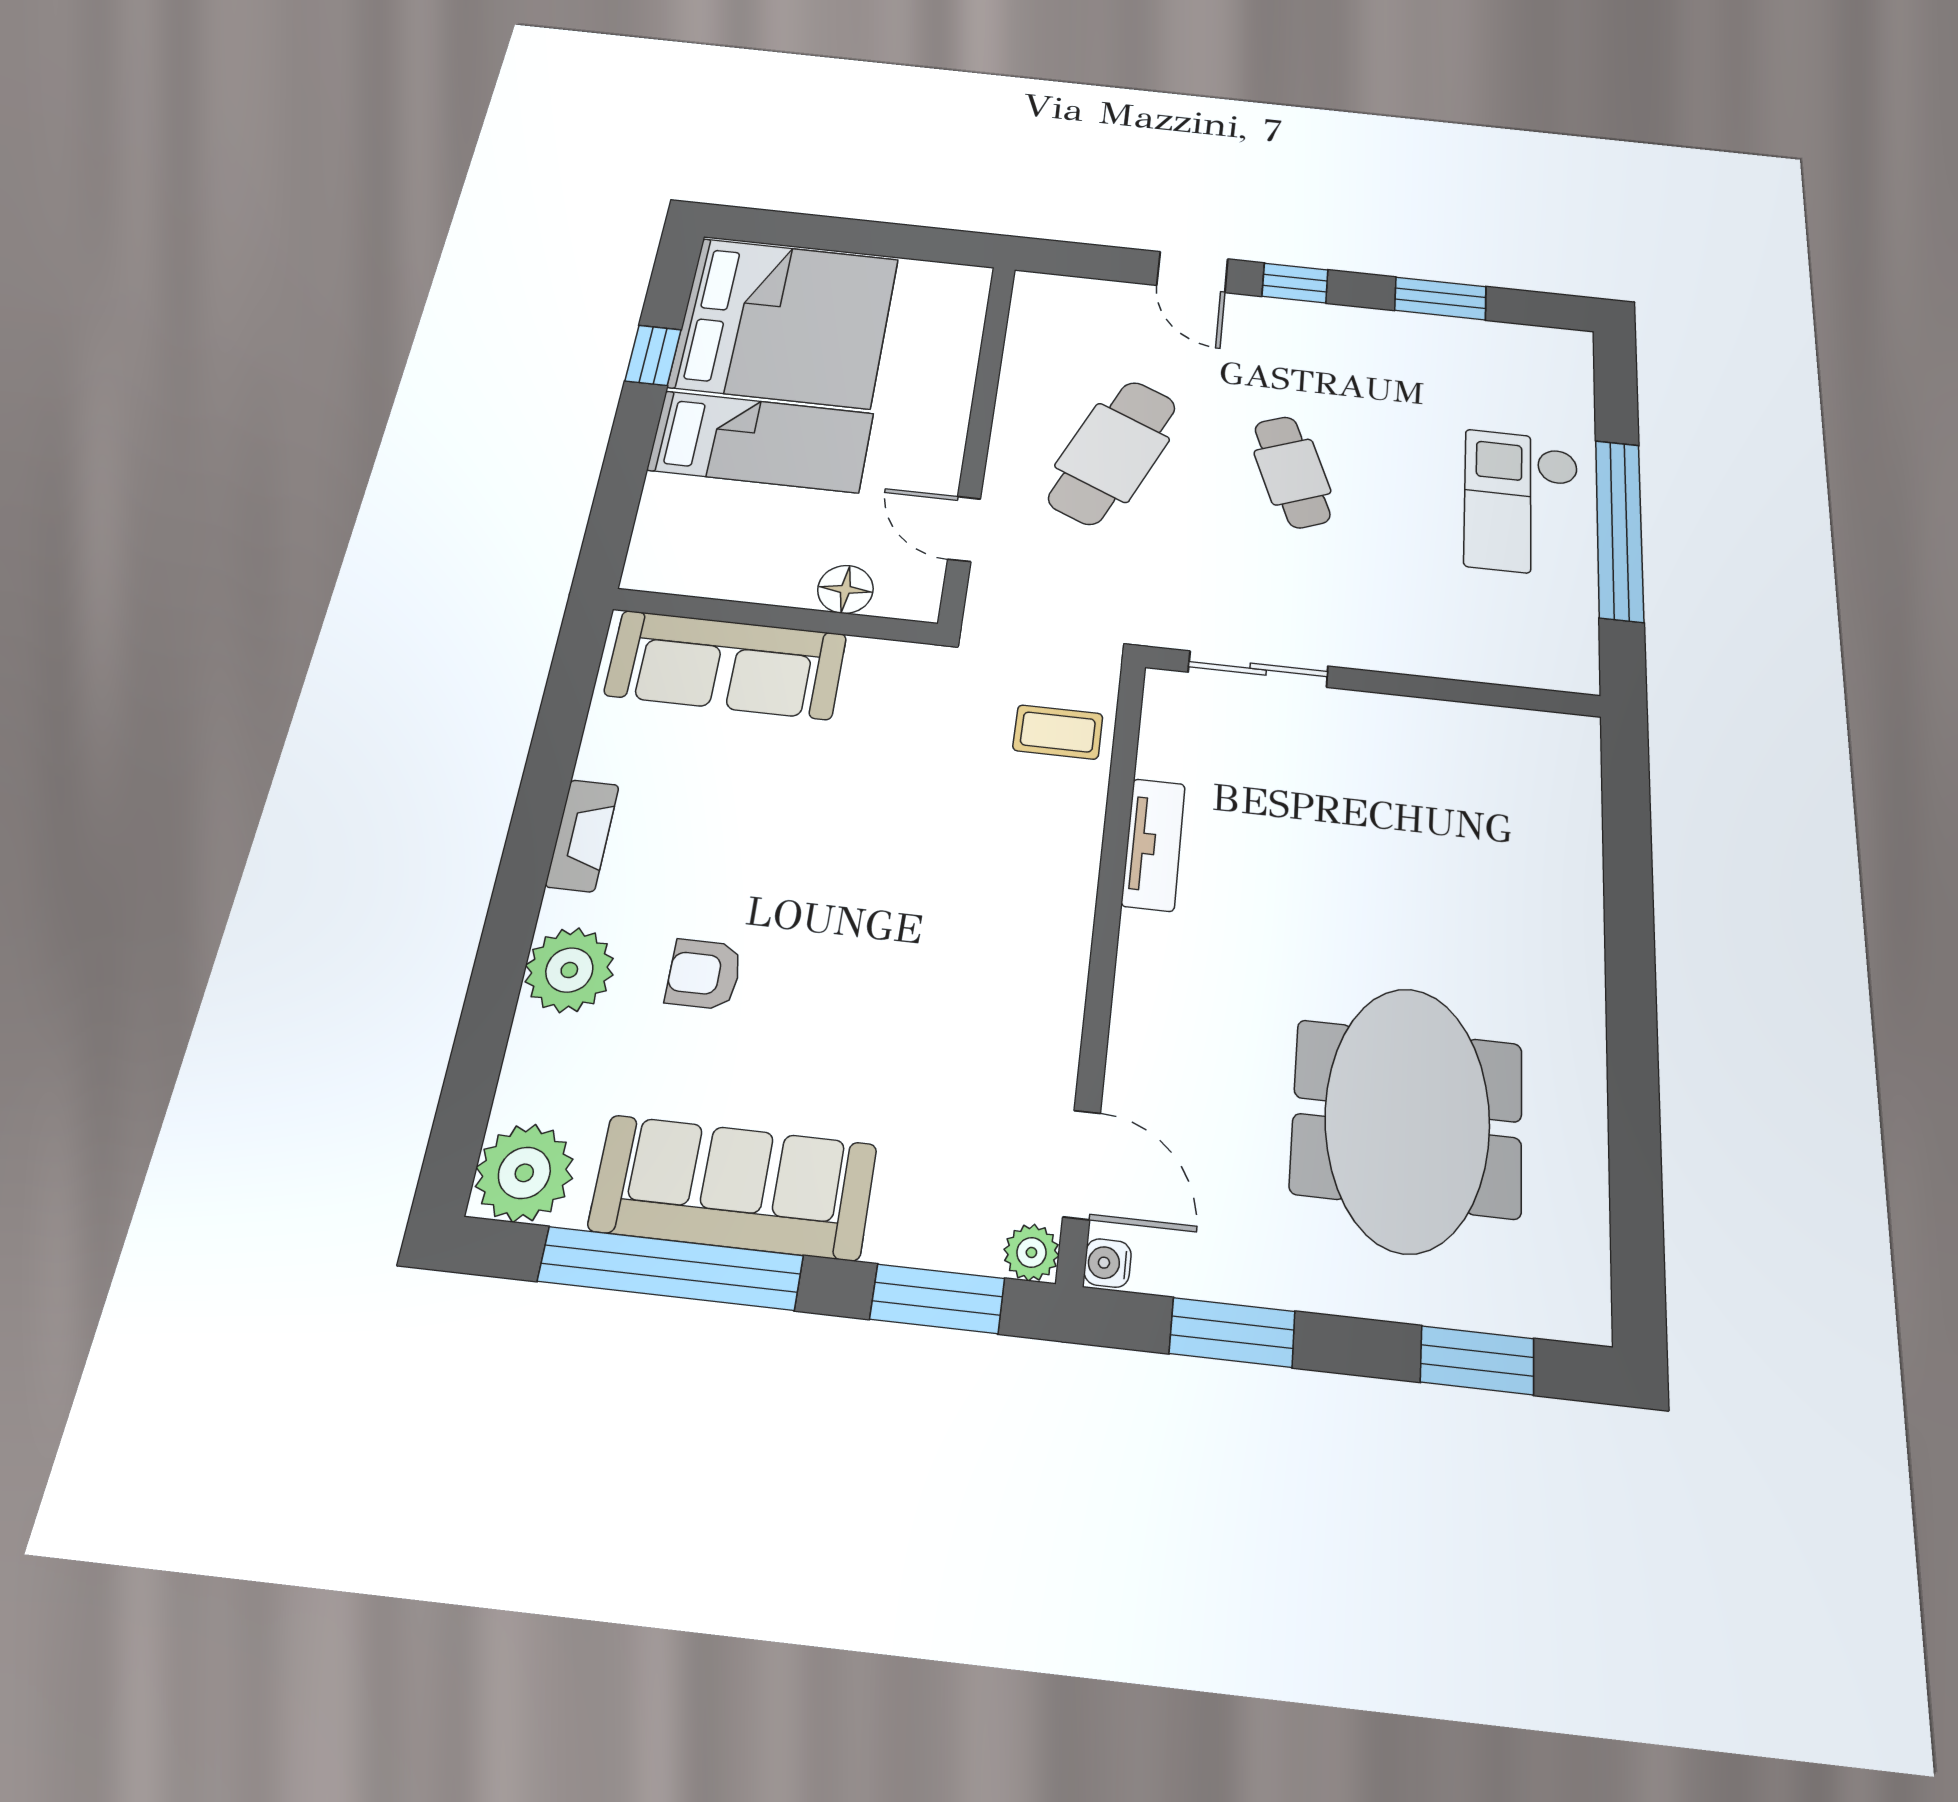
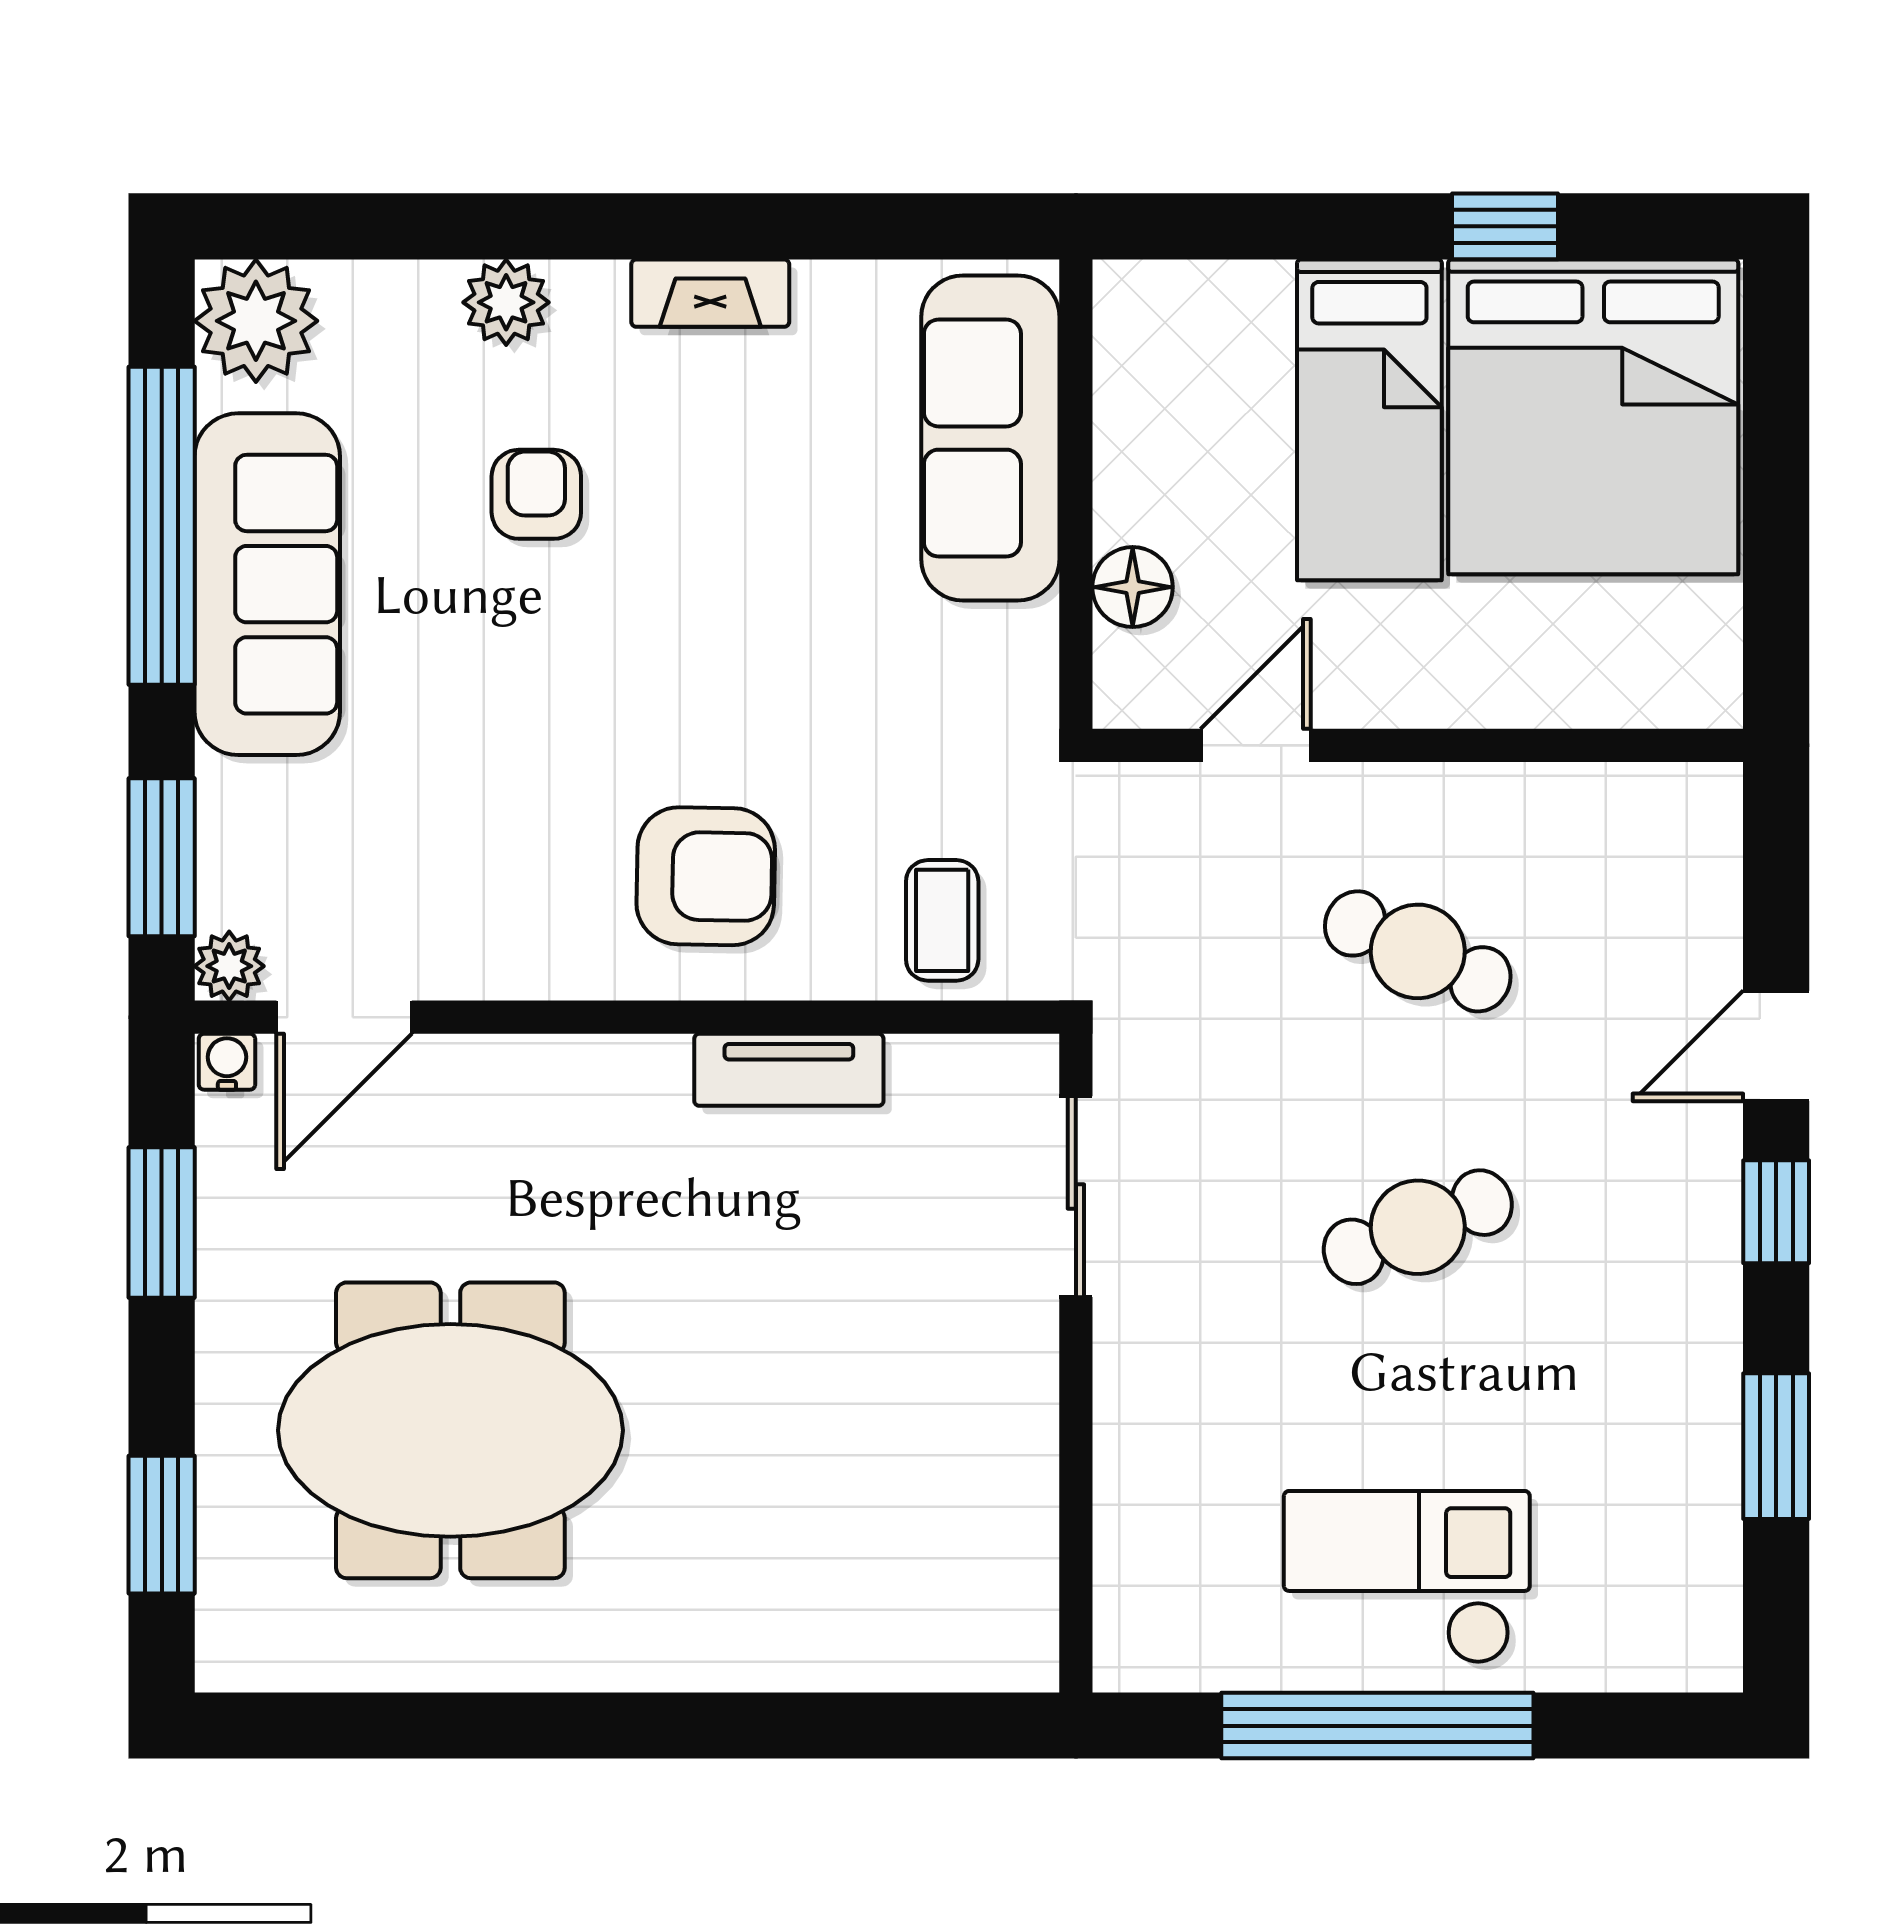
cafe table: (1112, 452) -> (1418, 951), width x0.73, depth x0.74
armchair: (1006, 886) -> (706, 876), added
plant: (569, 970) -> (506, 302), width x0.73, depth x0.73

